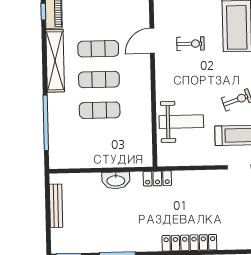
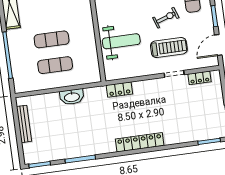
exercise mat: (99, 79) -> (55, 65), moved
locker: (157, 178) -> (119, 90), moved

